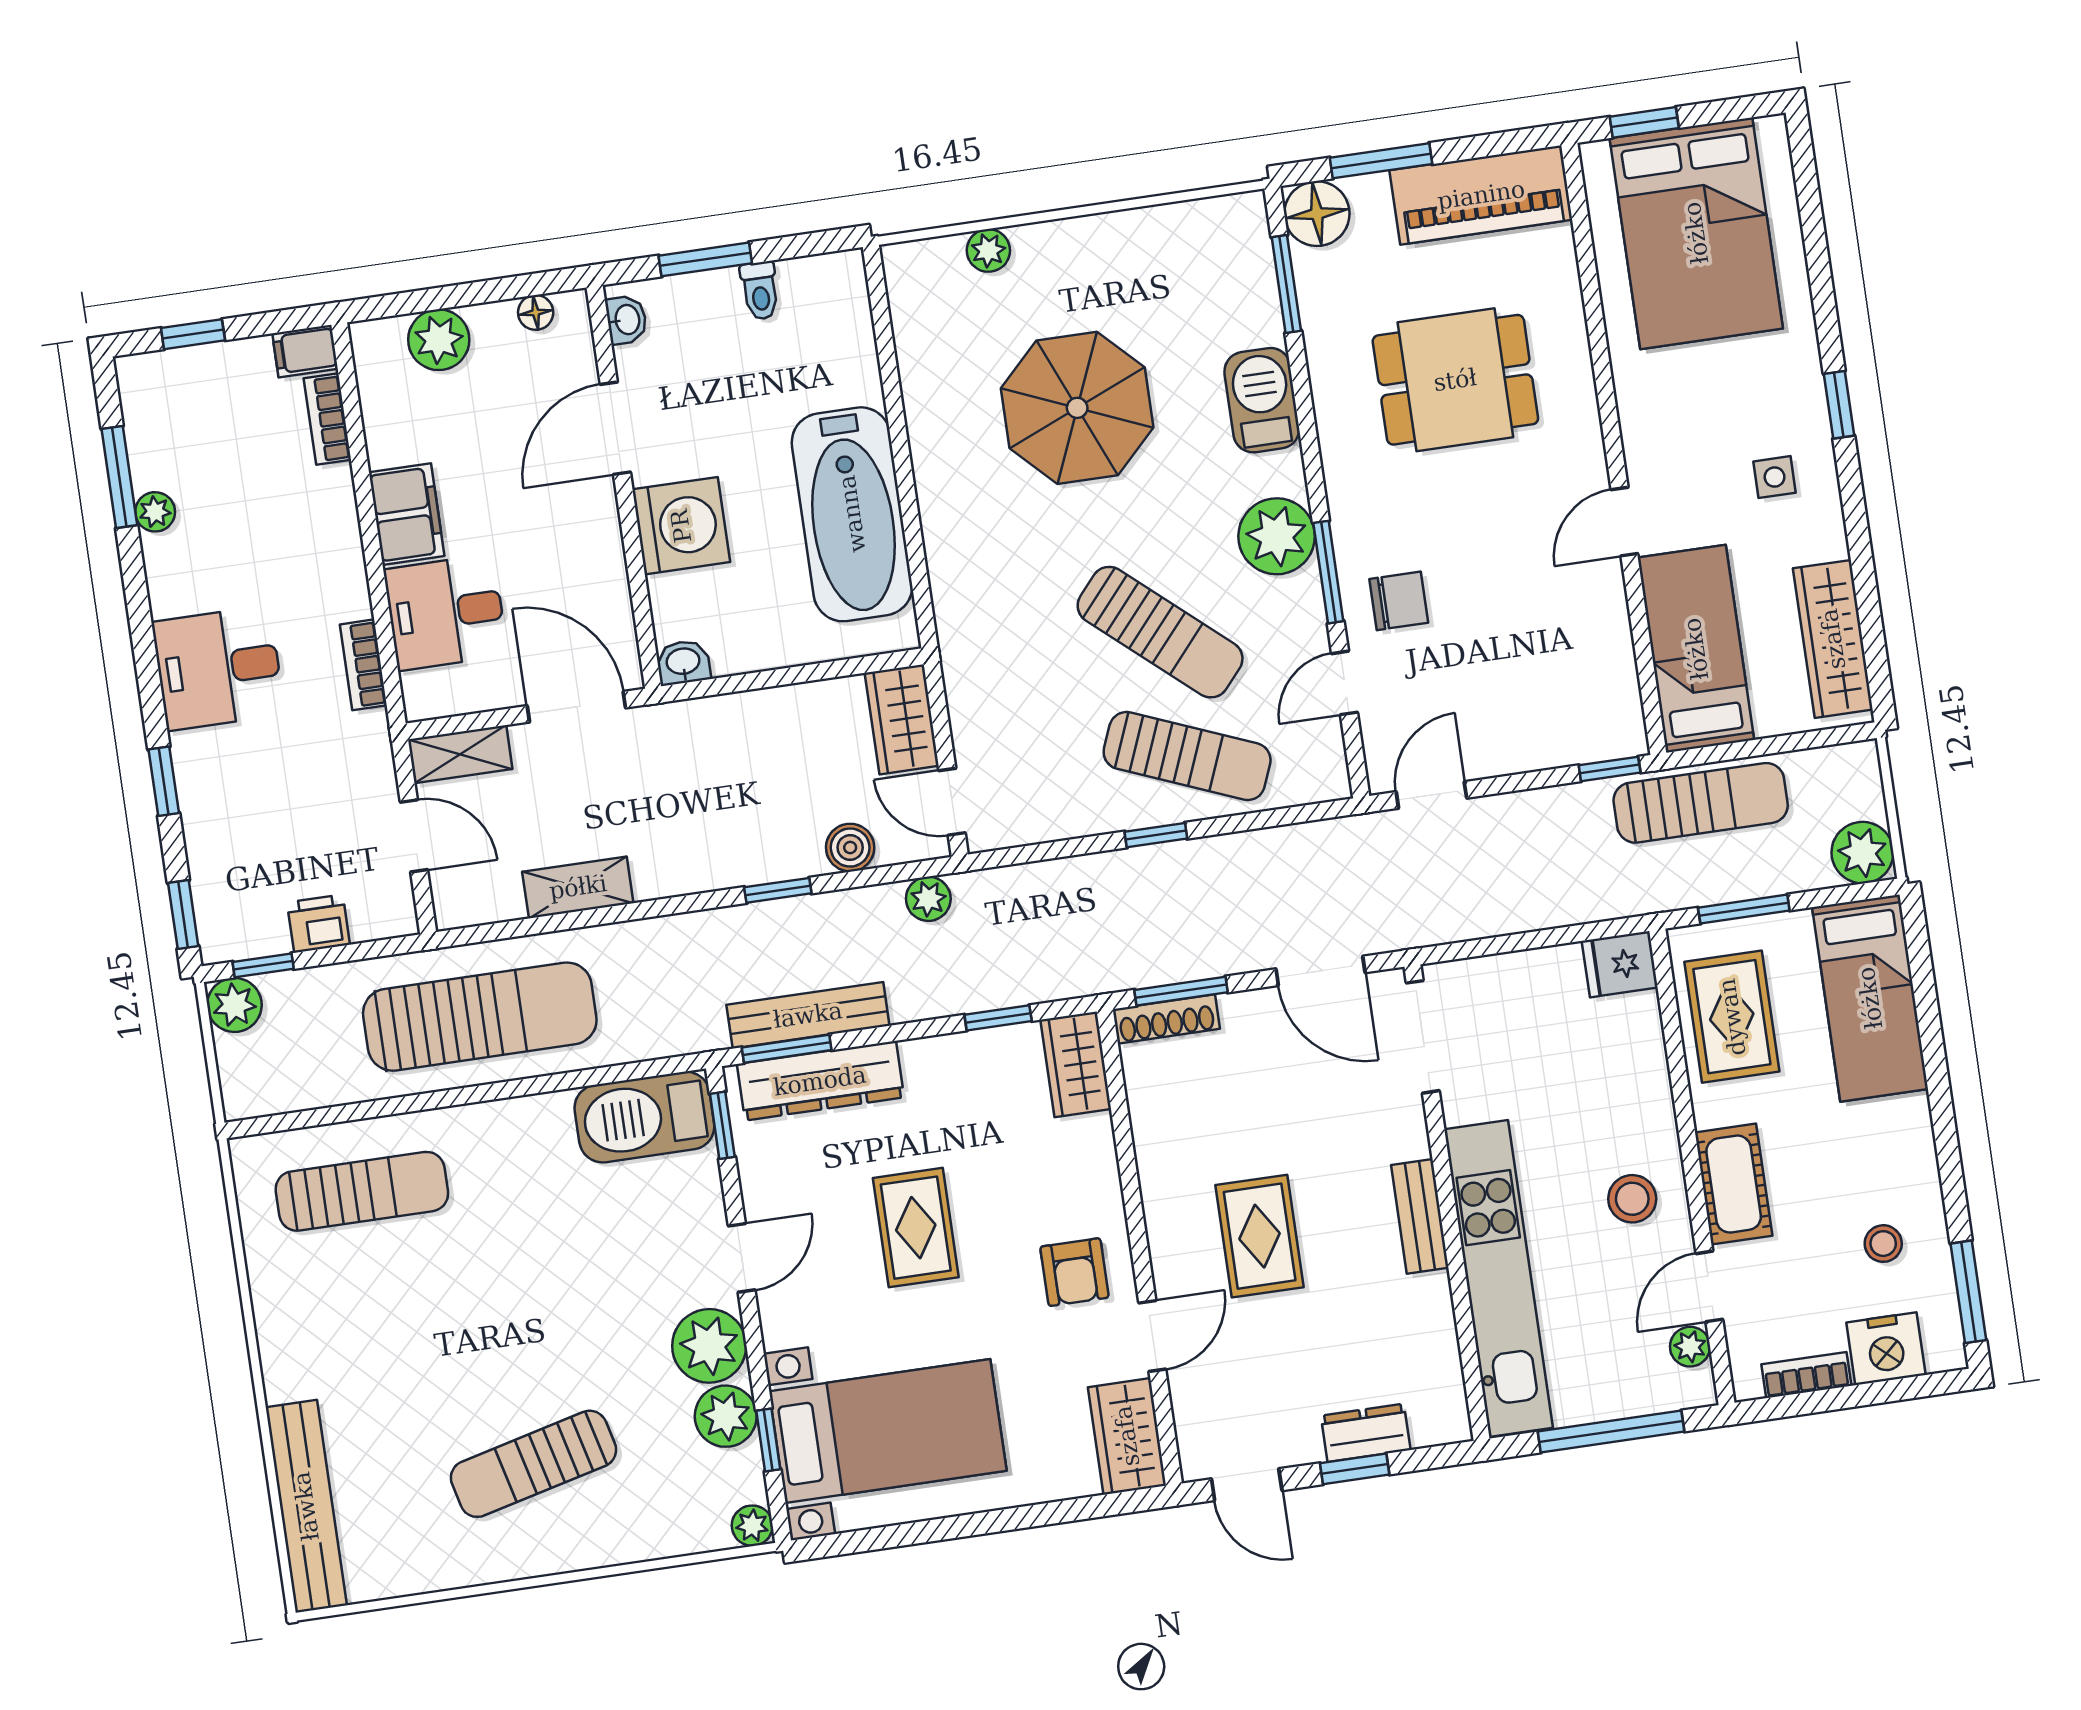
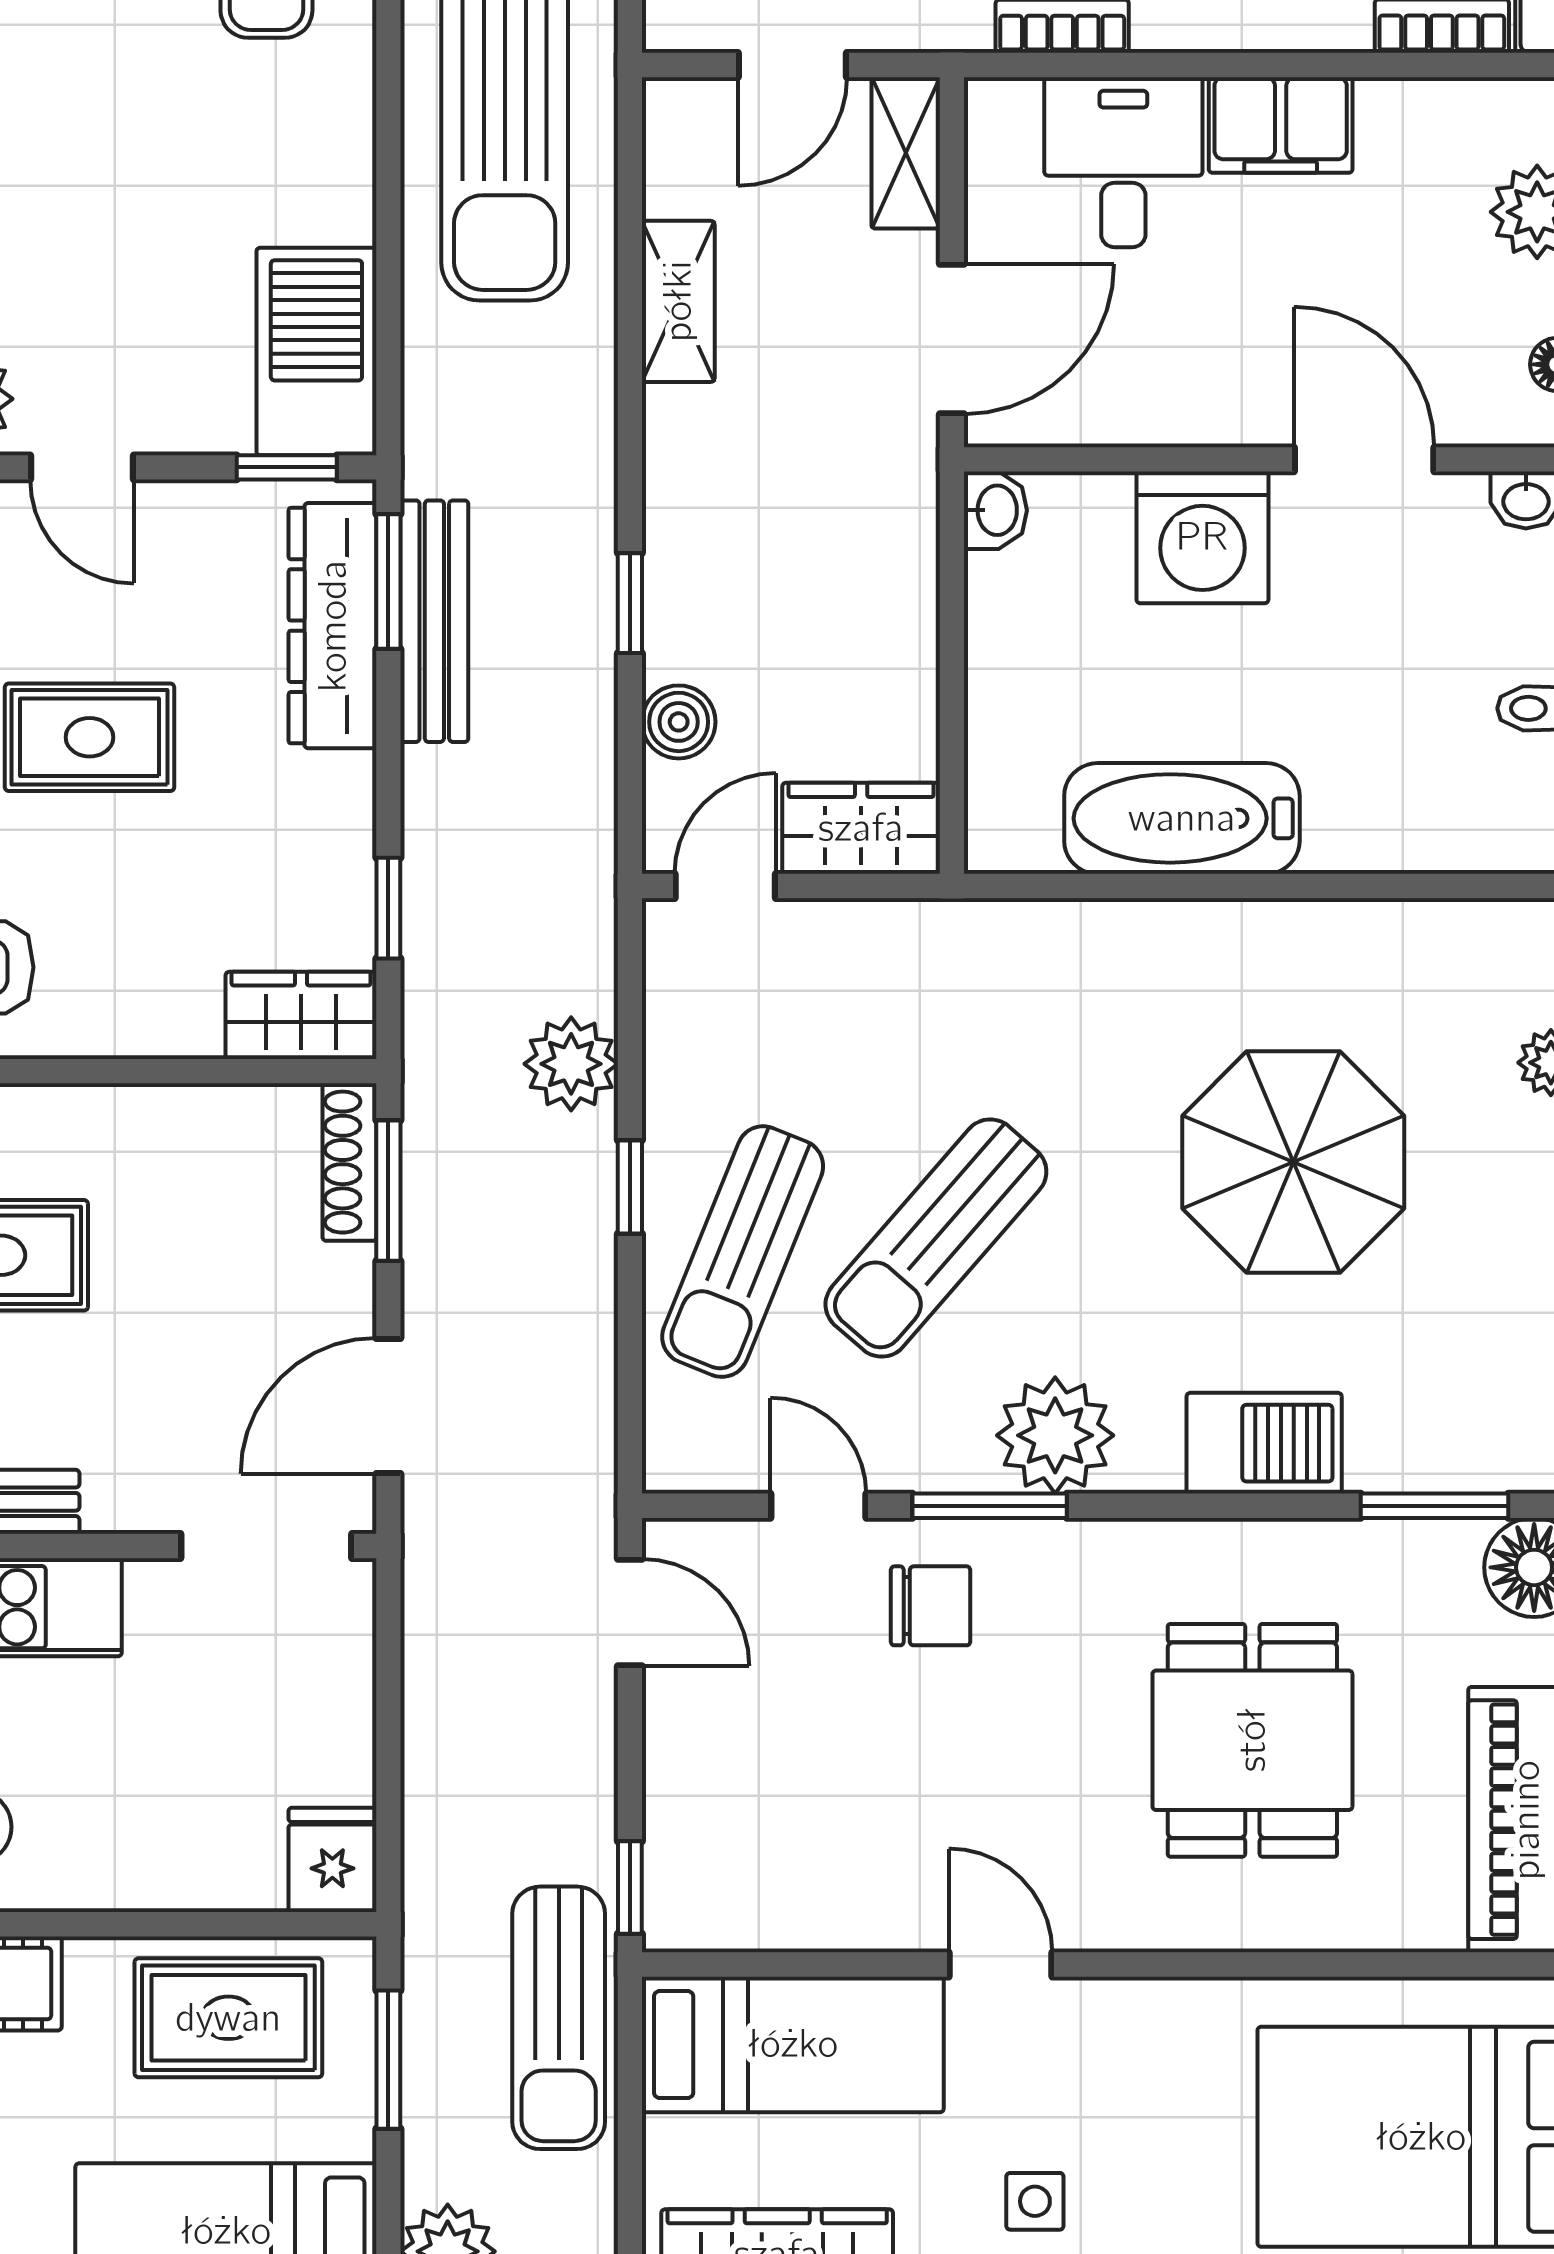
bathtub: (852, 514) -> (1182, 818), width x0.73, depth x0.73
chair: (1399, 601) -> (931, 1606), turned -90
plant: (928, 899) -> (571, 1064), moved, width x1.38, depth x1.38

